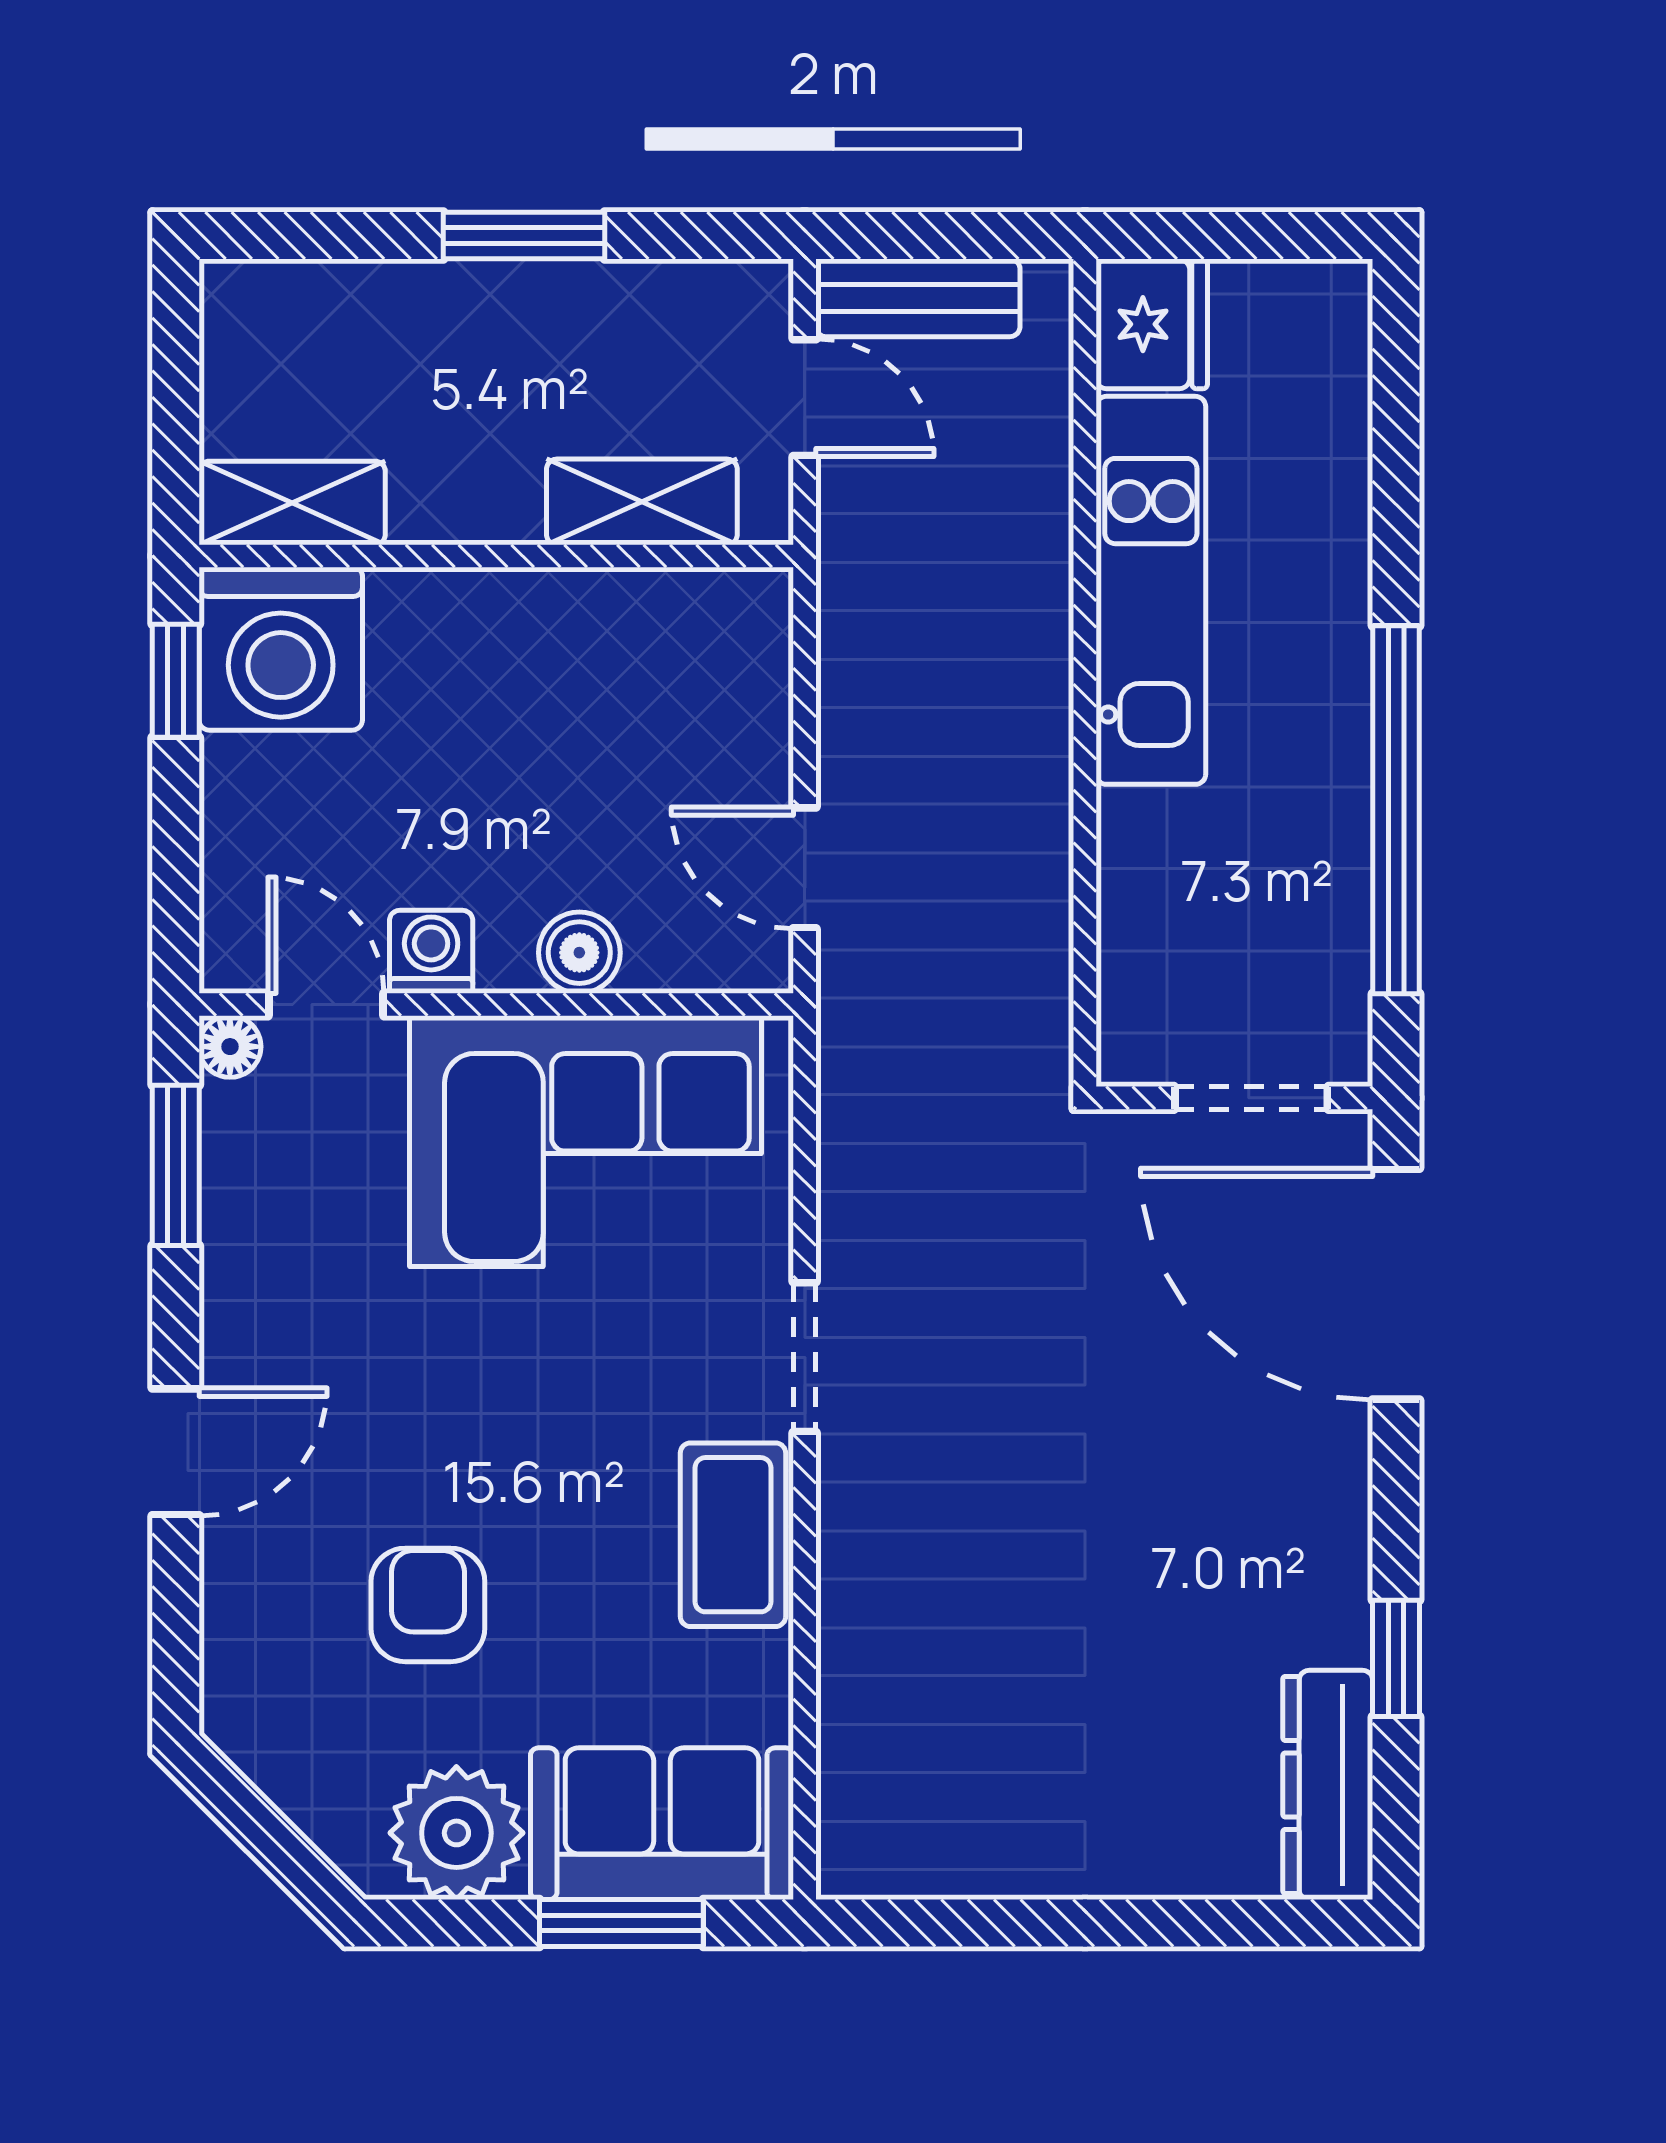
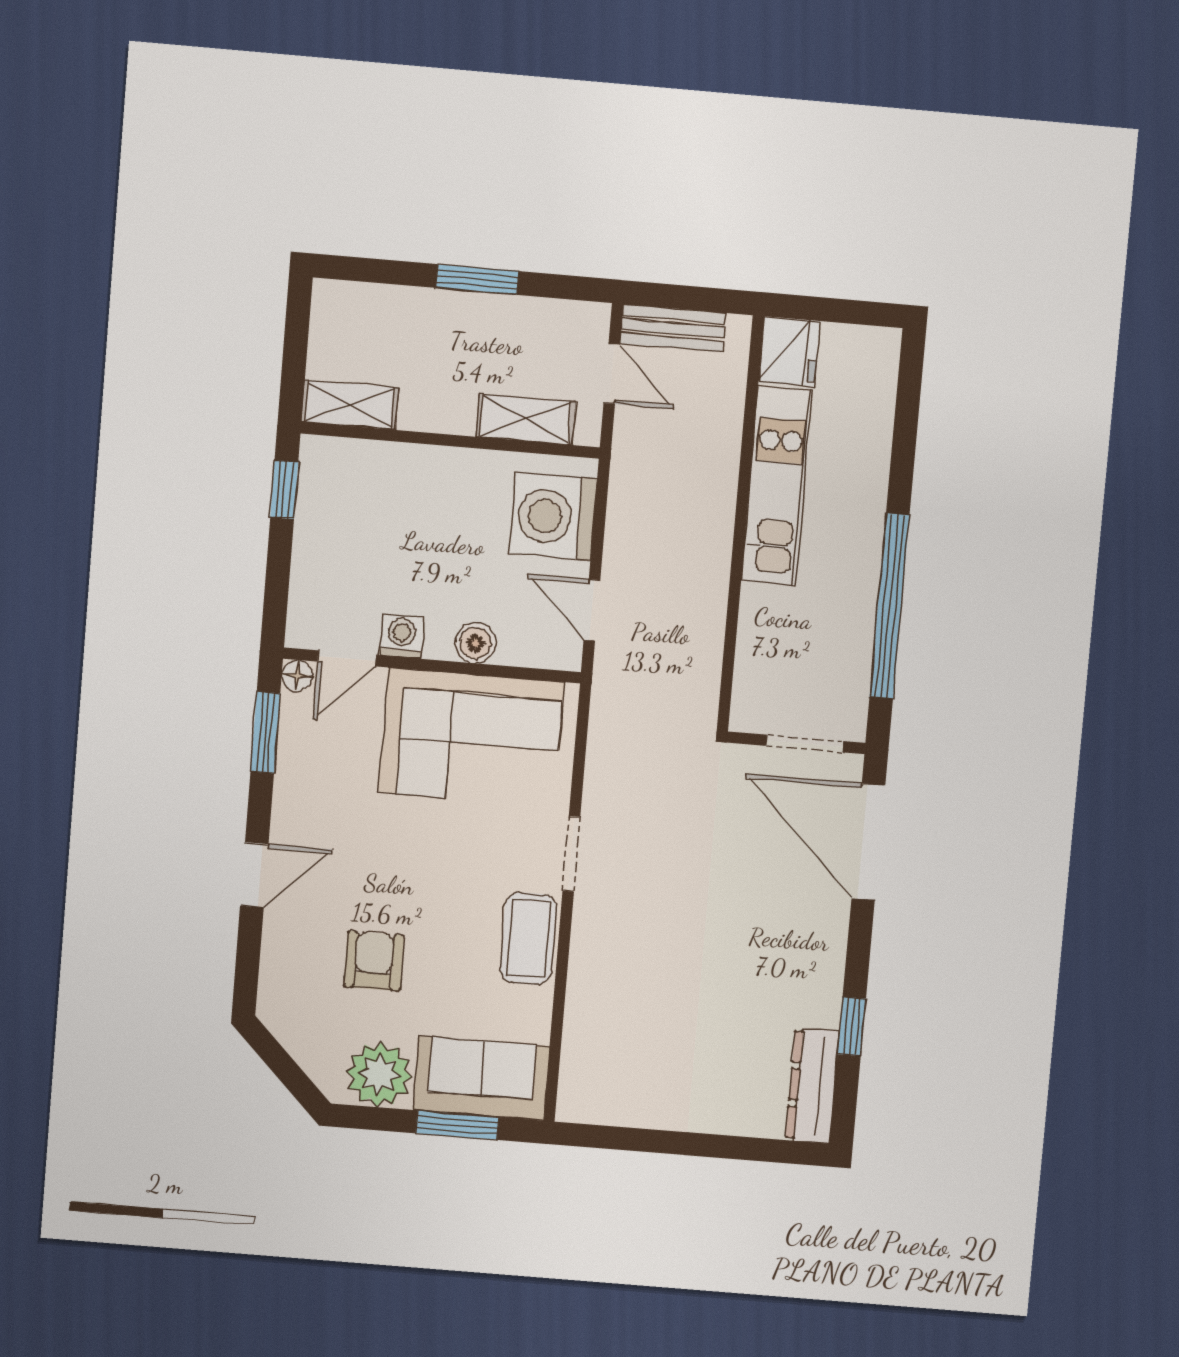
washing machine: (281, 649) -> (553, 517), moved, turned 90
door: (326, 1005) -> (347, 658), swing flipped

